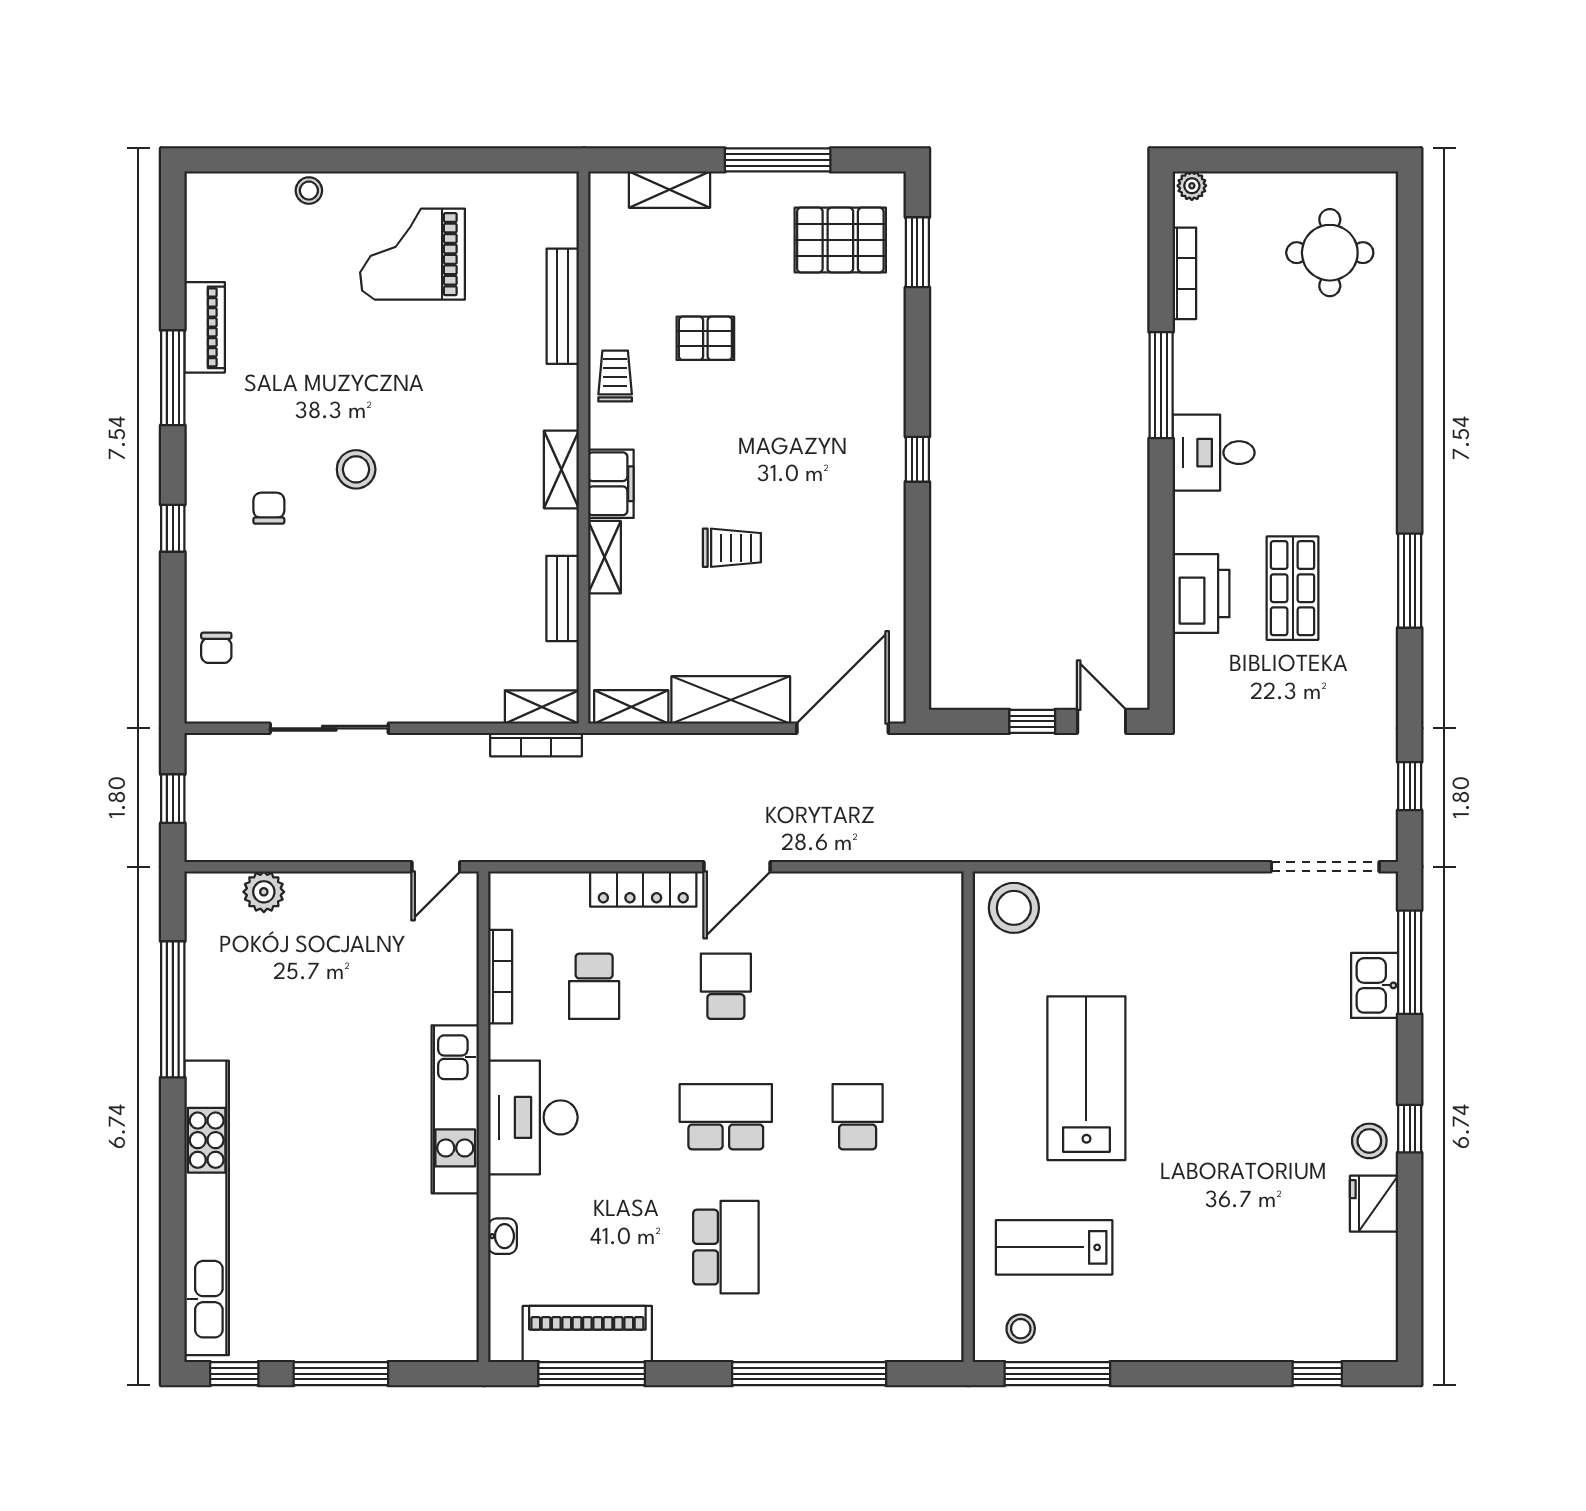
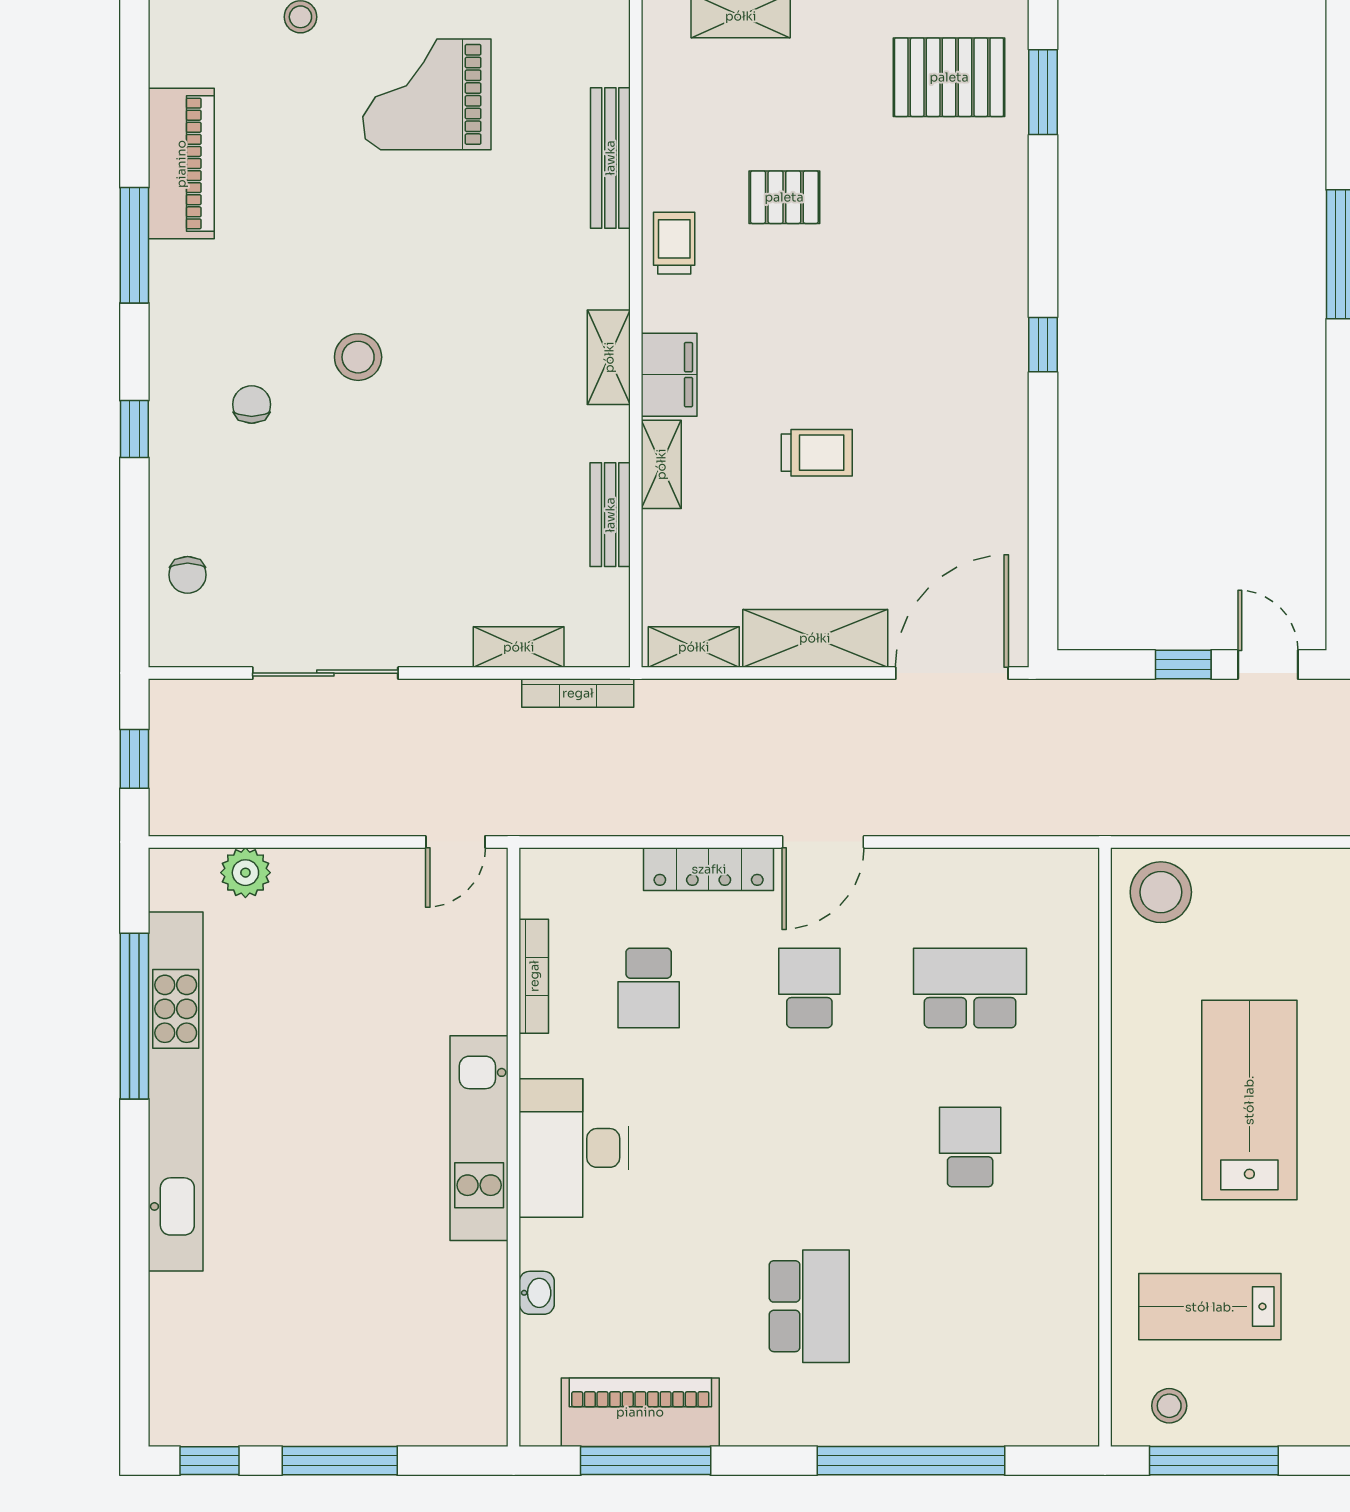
piano: (205, 327) -> (181, 164), width x1.37, depth x1.33
shelving: (542, 707) -> (519, 647), moved
school desk: (726, 1117) -> (970, 988), moved
kitchen unit: (207, 1208) -> (176, 1091), moved

